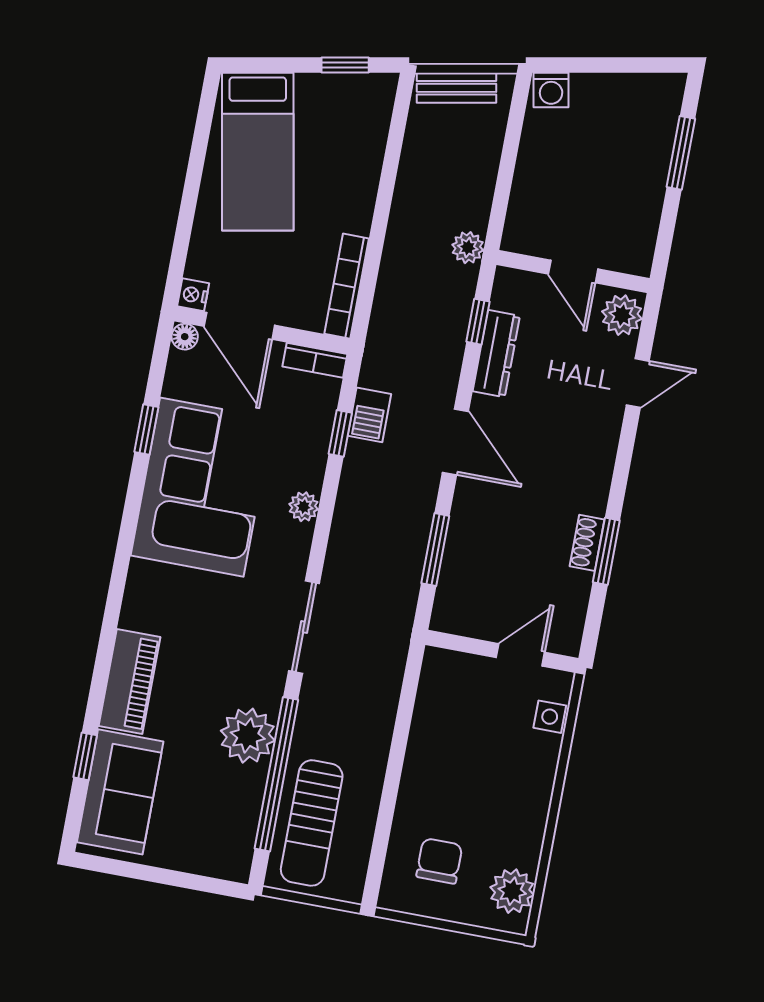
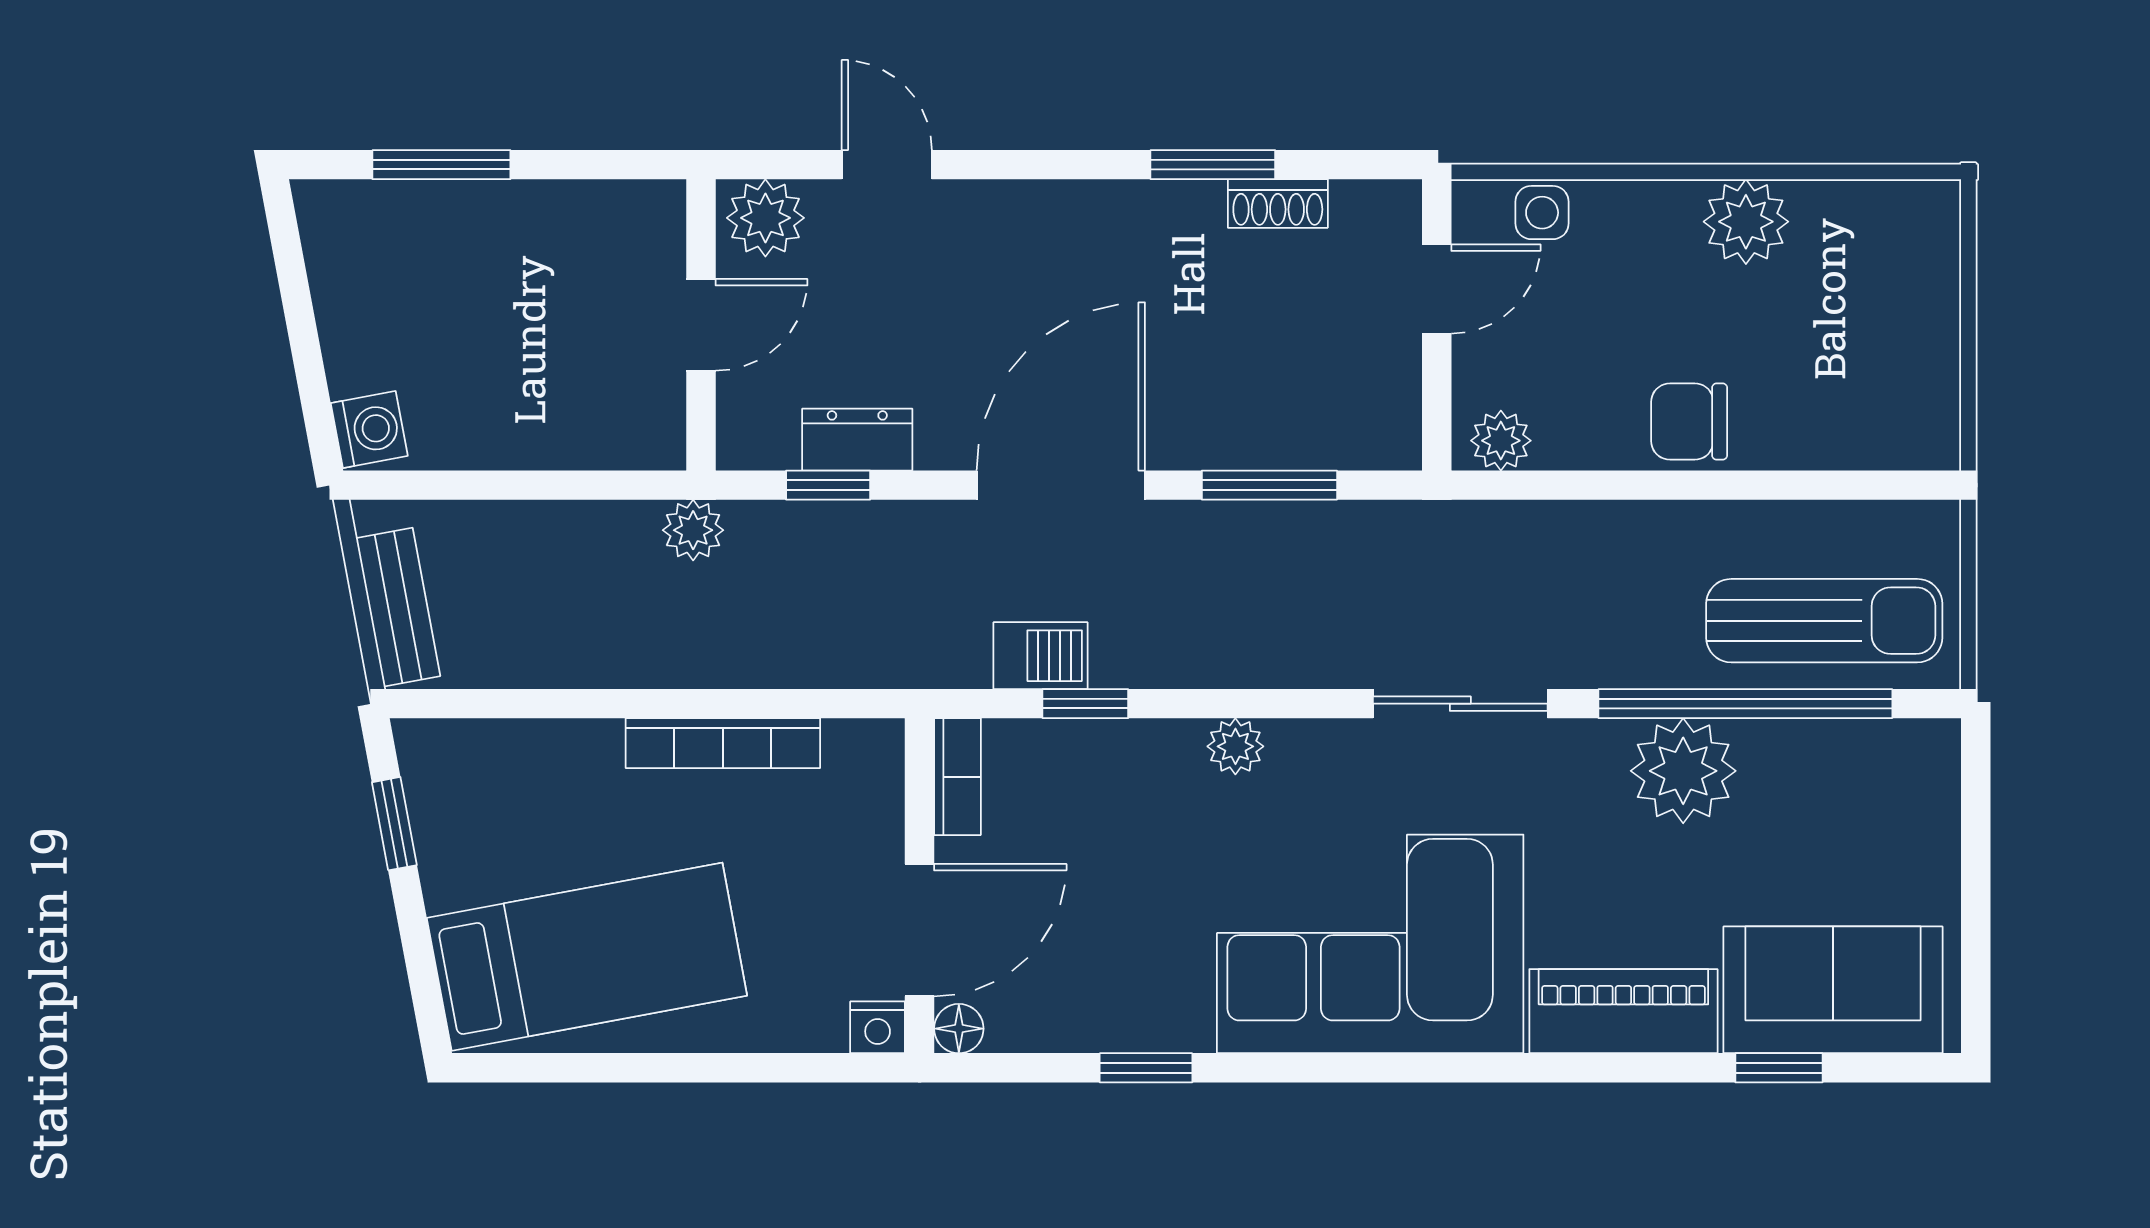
bookcase: (347, 286) -> (723, 743), moved
dresser: (496, 354) -> (857, 440), width x0.70
door: (455, 442) -> (1061, 485), width x1.36
corner sofa: (202, 487) -> (1370, 944), moved
shoe rack: (587, 543) -> (1278, 203), moved
door: (520, 655) -> (1437, 289), swing flipped
plant: (436, 673) -> (1501, 441), added
chair: (439, 861) -> (1689, 422), moved
plant: (512, 891) -> (1746, 222), moved

